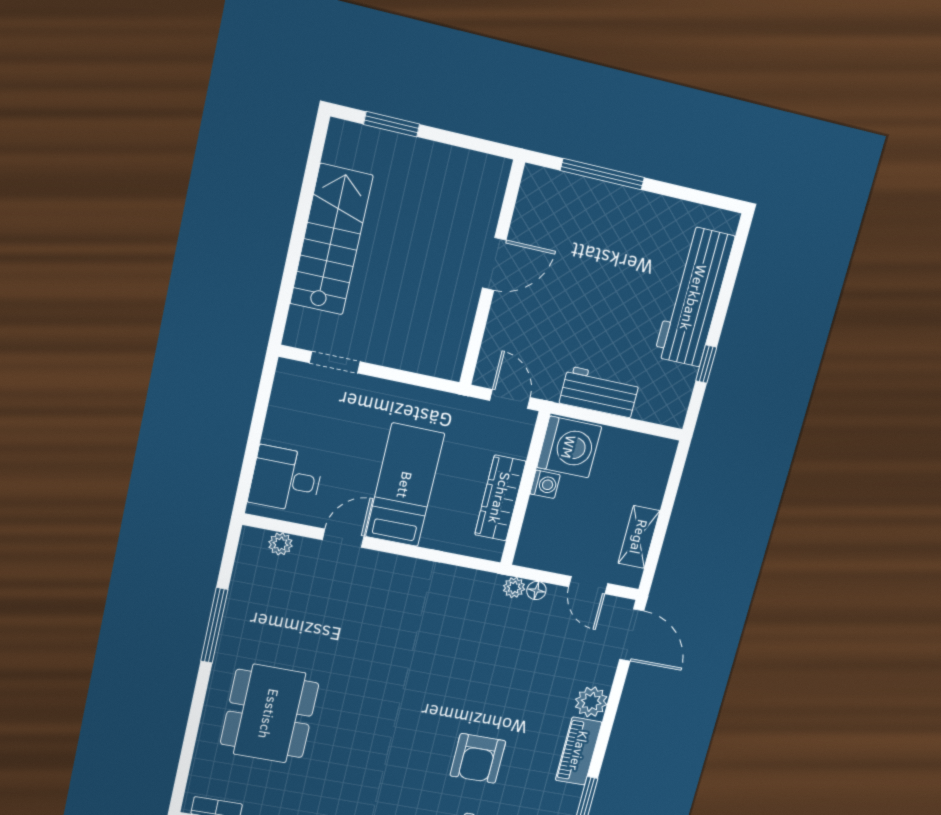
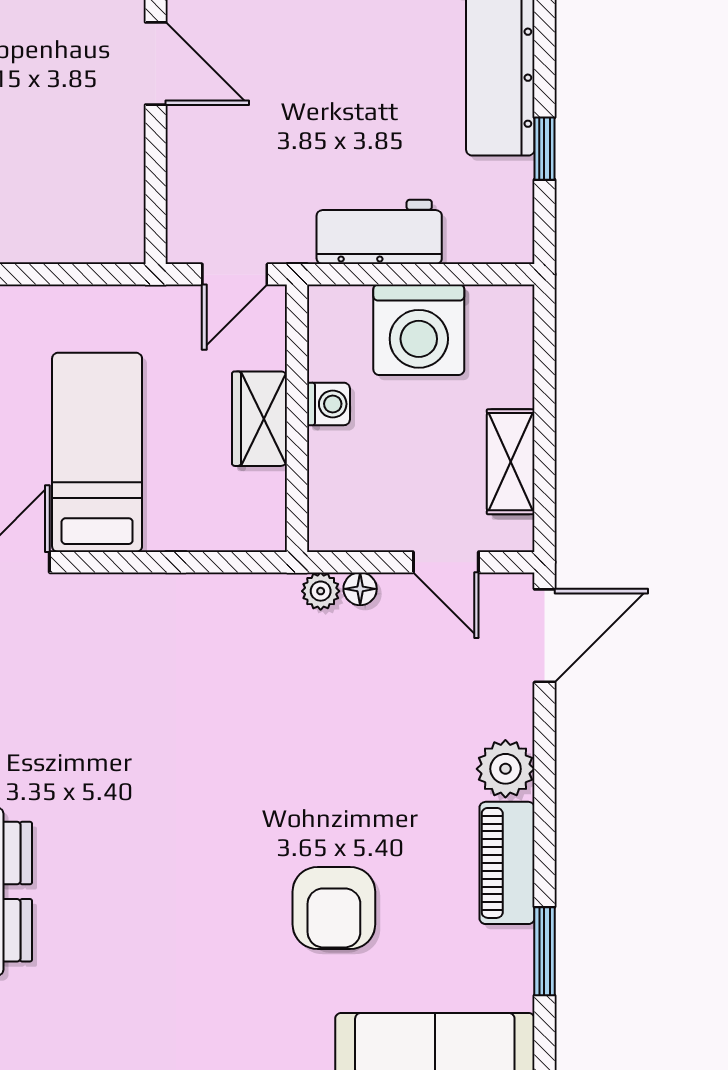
door: (494, 264) -> (156, 63), hinge flipped
door: (510, 399) -> (235, 274), swing flipped
washing machine: (569, 447) -> (419, 330), moved, turned 90
wardrobe: (500, 498) -> (259, 419), width x0.67
door: (632, 635) -> (544, 636), hinge flipped

